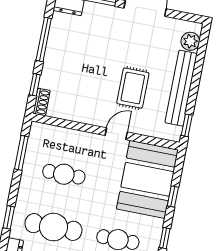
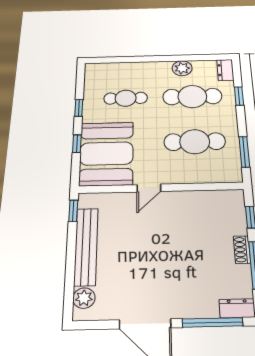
rug: (133, 88) -> (141, 236), removed
shoe rack: (42, 102) -> (242, 250), moved
cafe table: (64, 174) -> (195, 142), width x1.37, depth x1.35

